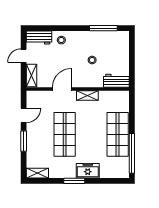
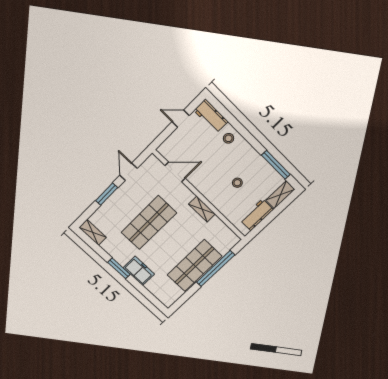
shelving: (32, 76) -> (280, 195), moved
workbench: (116, 81) -> (257, 215), moved, turned -90
door: (62, 89) -> (175, 172), moved
door: (24, 115) -> (129, 172), swing flipped
window: (132, 153) -> (216, 269), moved

